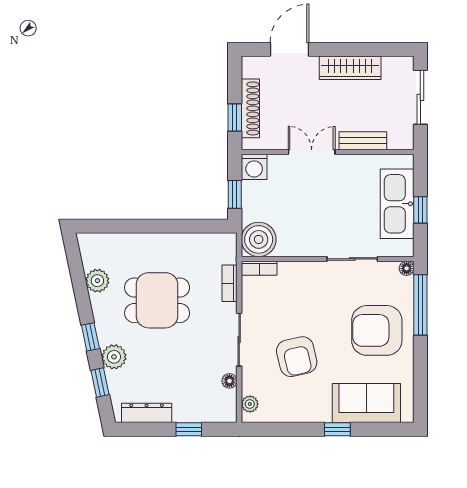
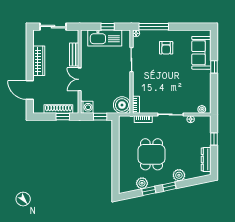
armchair: (377, 330) -> (166, 48), width x0.53, depth x0.53
armchair: (297, 357) -> (179, 87), removed
window: (100, 383) -> (149, 191), moved

